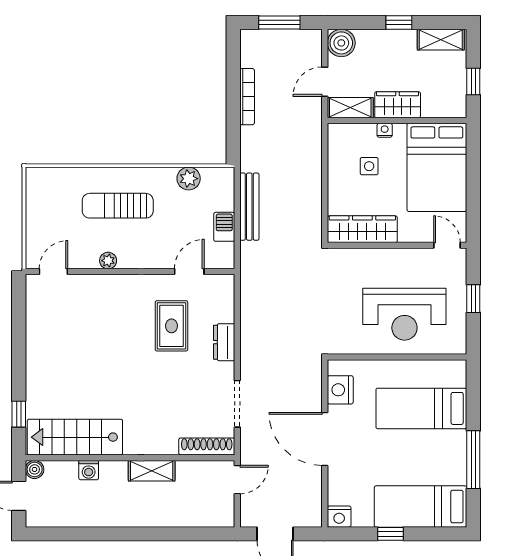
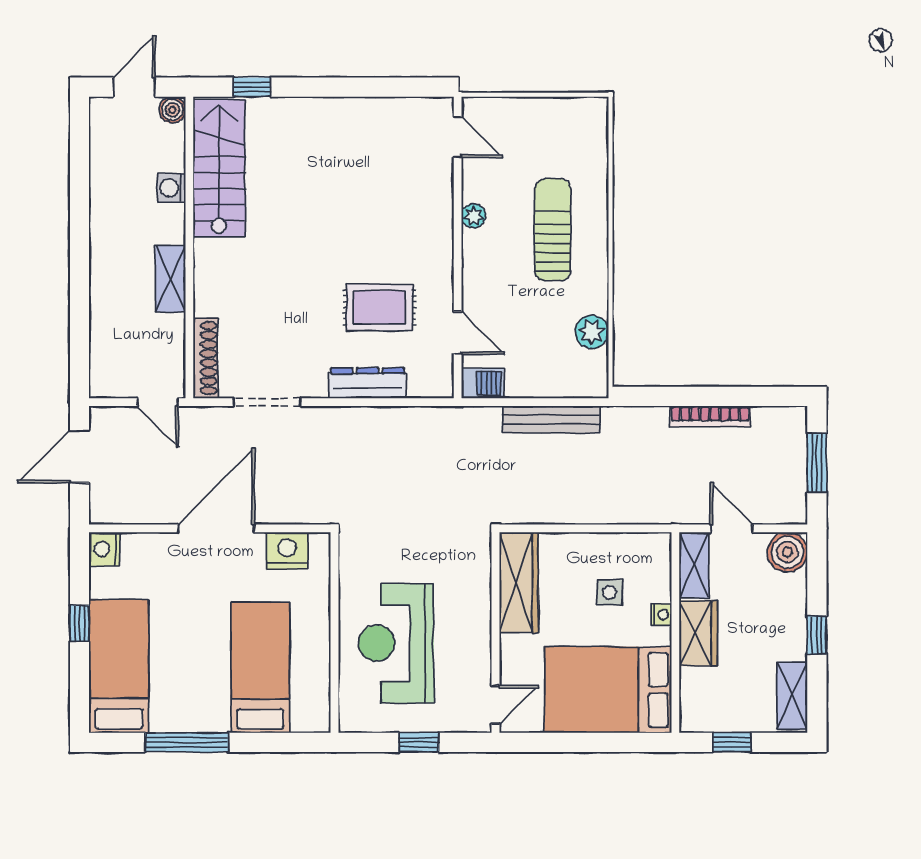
barbecue: (224, 227) -> (483, 383), moved
dresser: (224, 342) -> (368, 383), width x1.44

